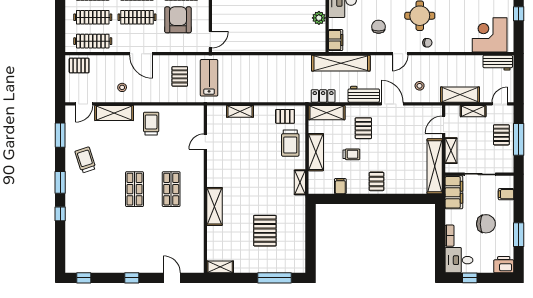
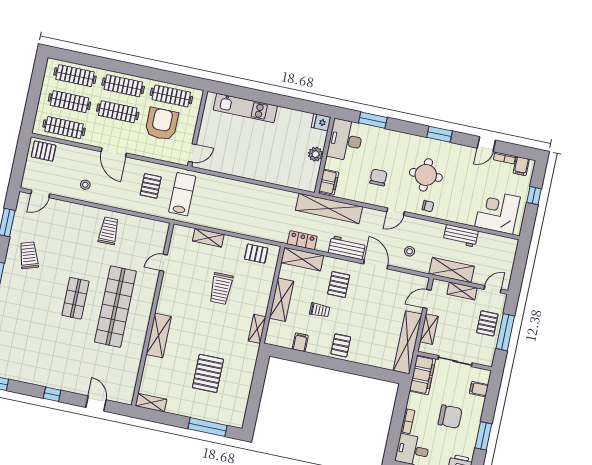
workbench: (498, 63) -> (461, 236), moved
shelving: (114, 113) -> (71, 211), removed
trolley: (290, 143) -> (221, 288), moved
shop shelf: (171, 189) -> (115, 307), width x2.00, depth x1.36

